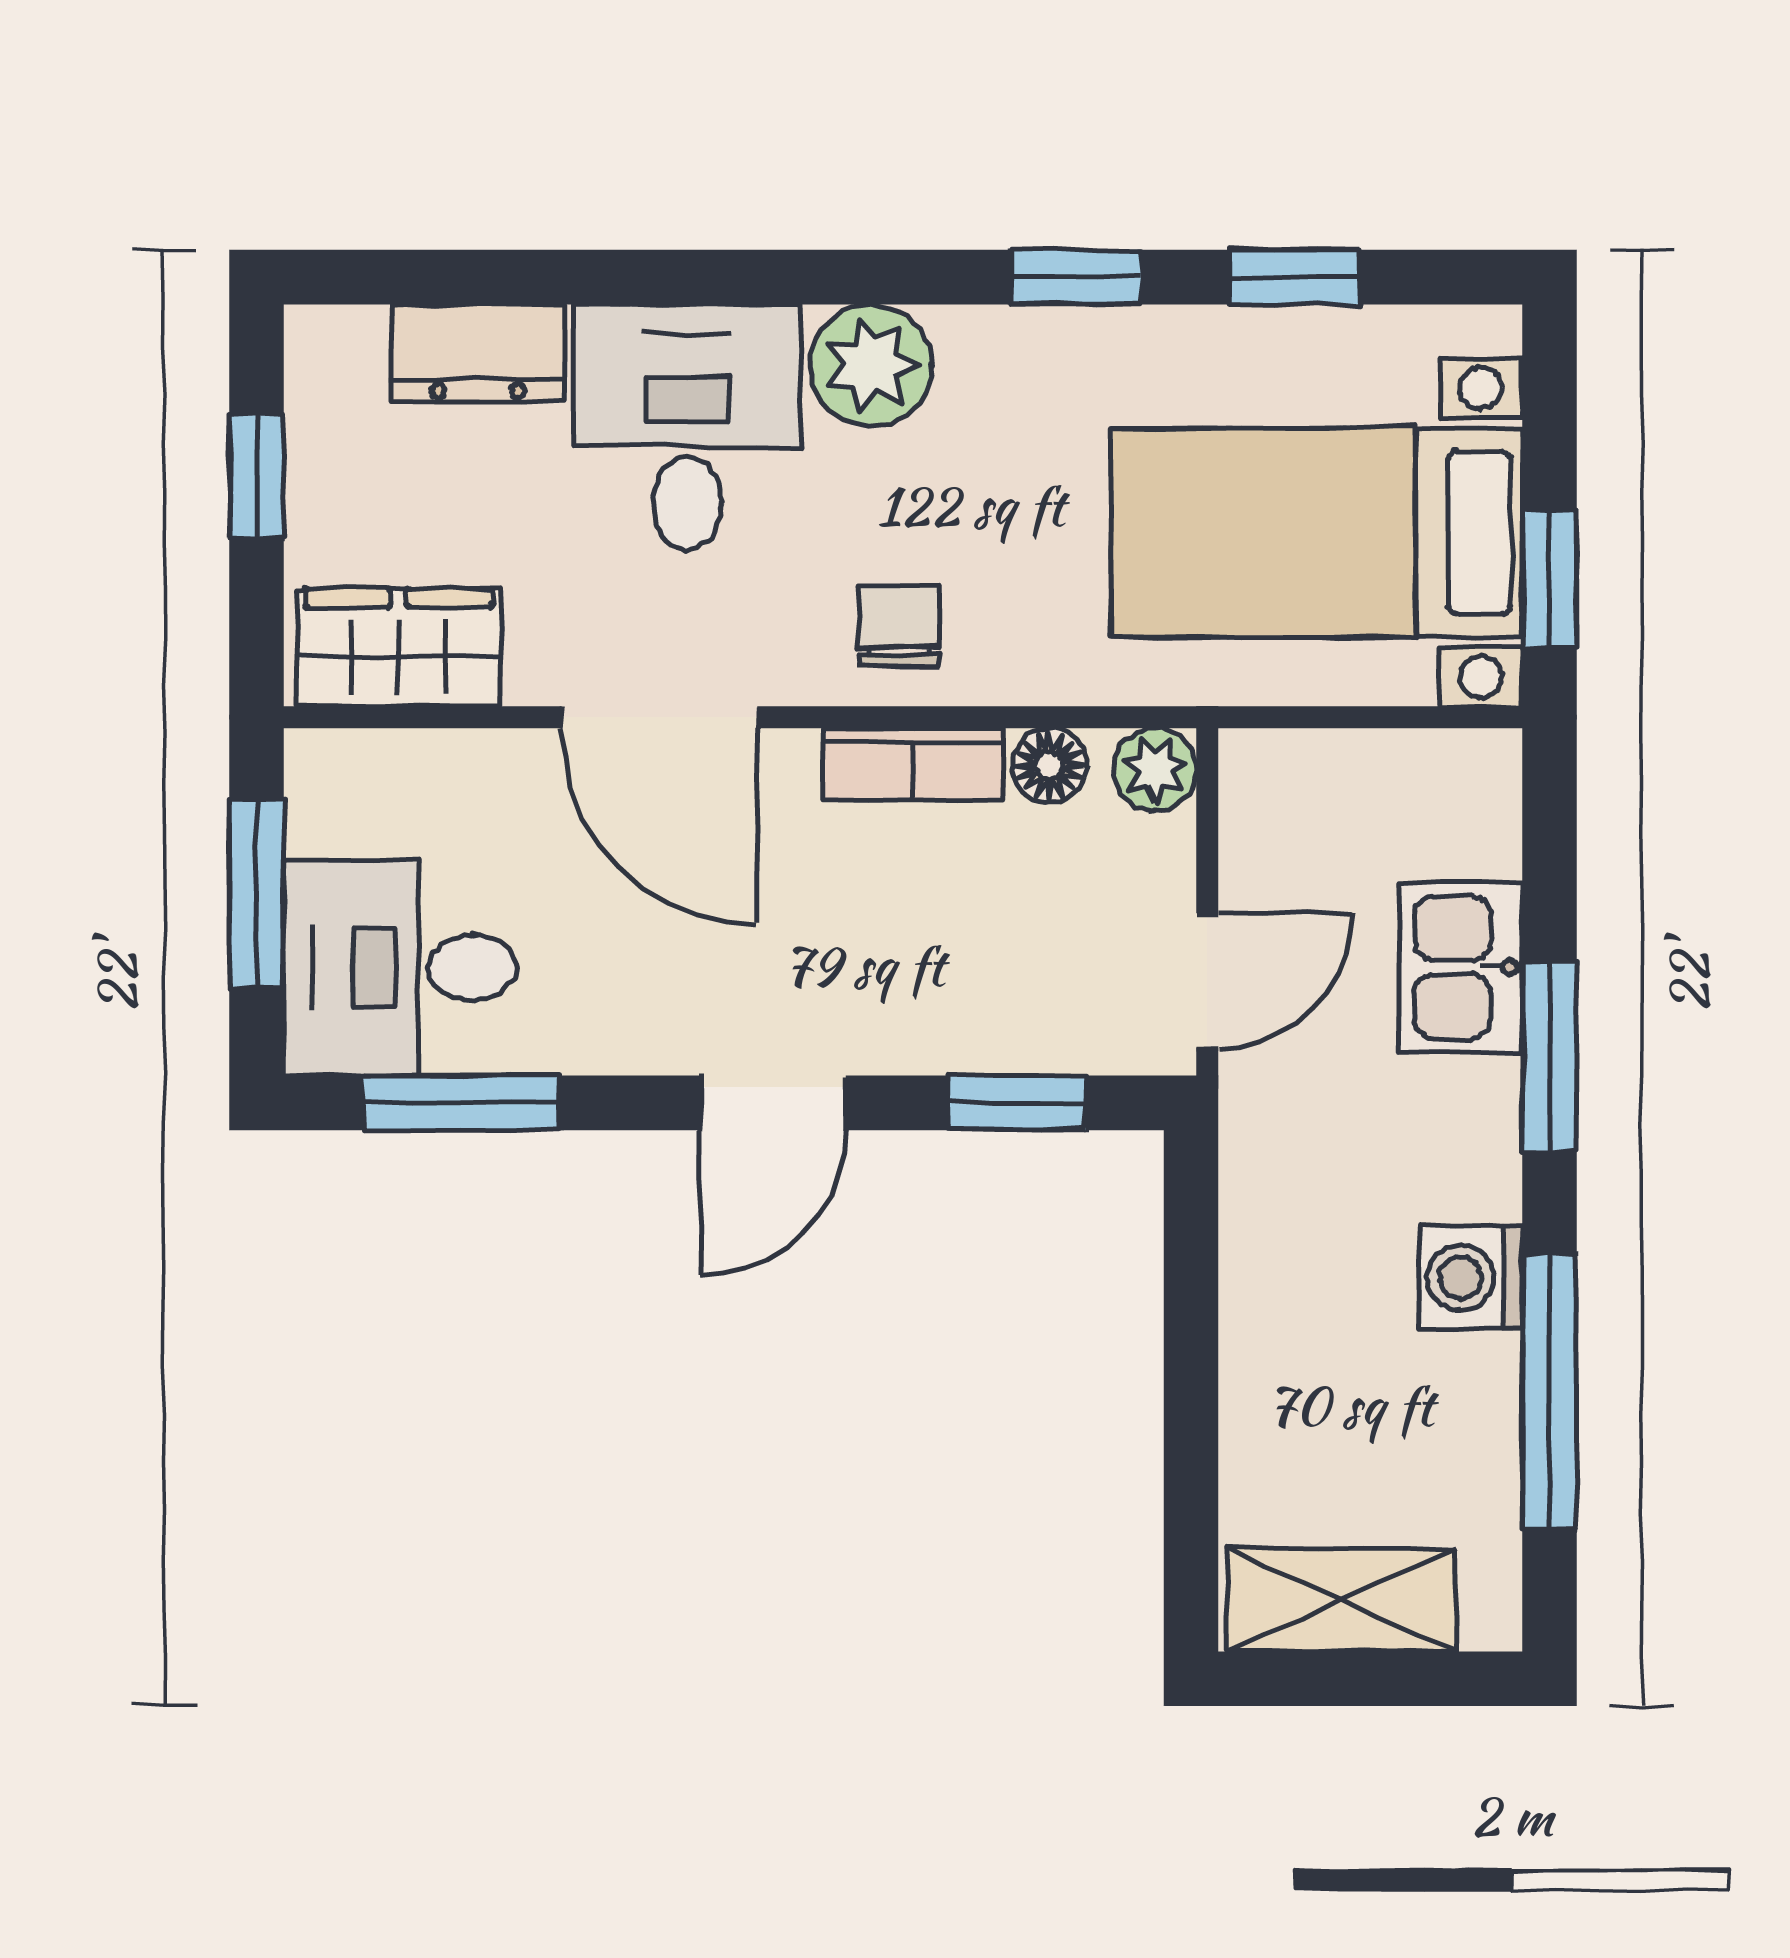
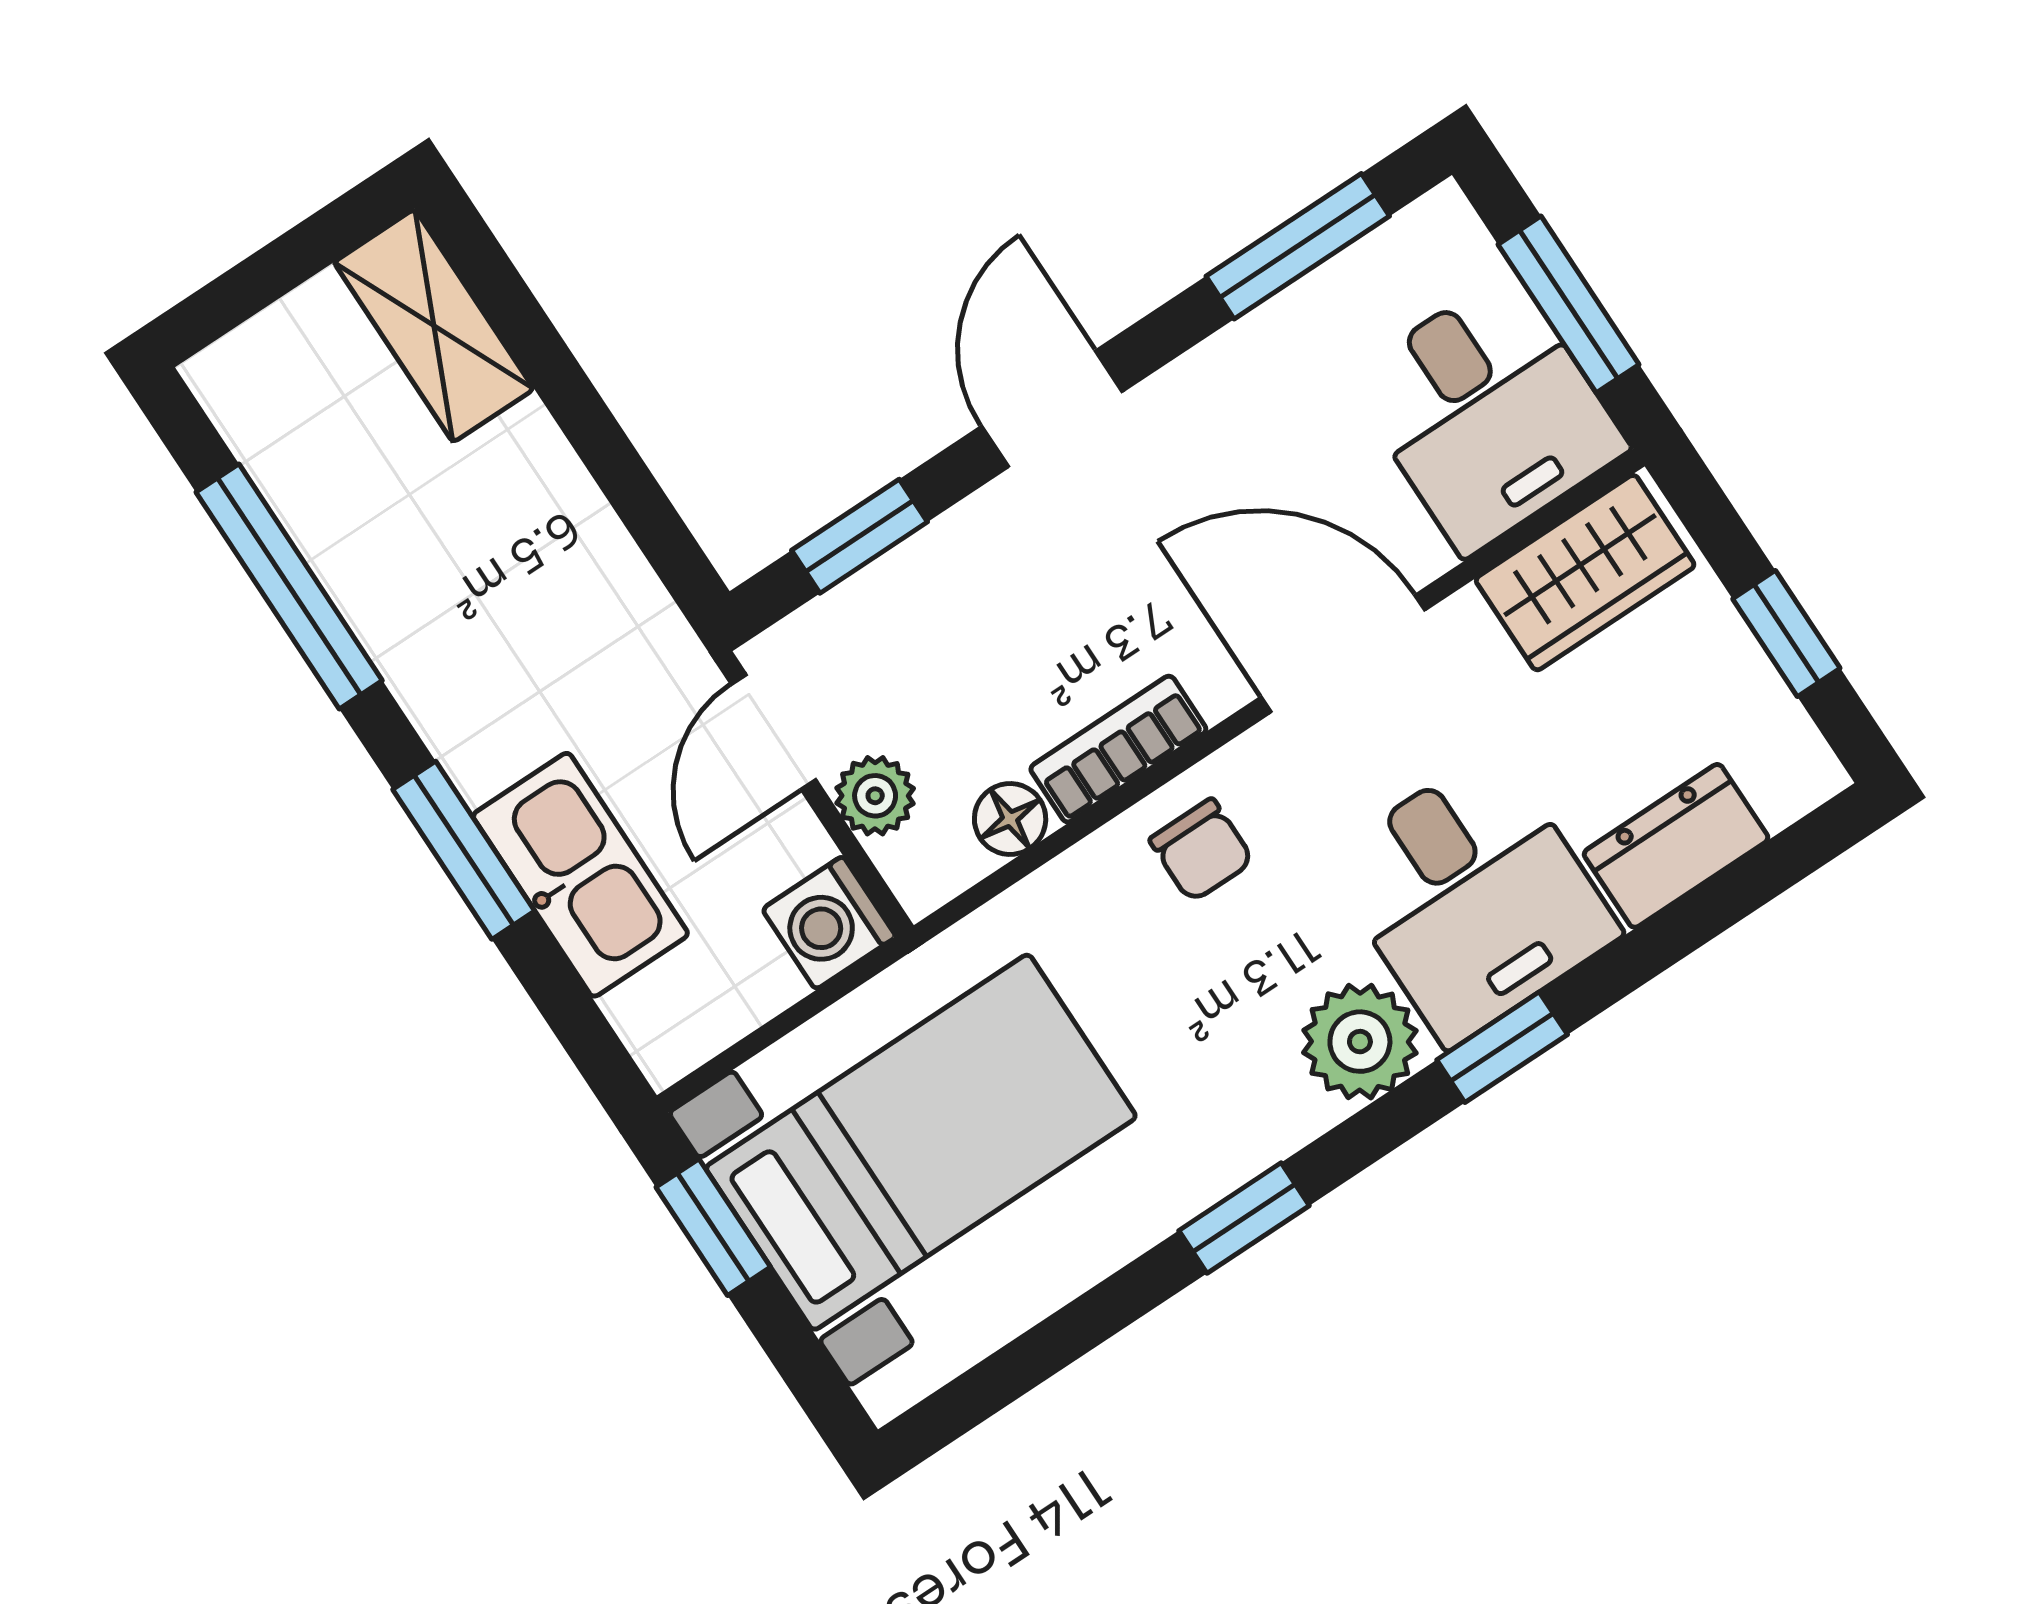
window: (1295, 277) -> (1502, 1047), moved
plant: (1155, 769) -> (875, 796), moved
kitchen sink: (1461, 967) -> (580, 875), width x1.38
desk: (400, 968) -> (1487, 414), moved, turned 90
washing machine: (1471, 1278) -> (829, 923), moved, turned 180
shelving: (1341, 1600) -> (434, 326), moved, turned 90

